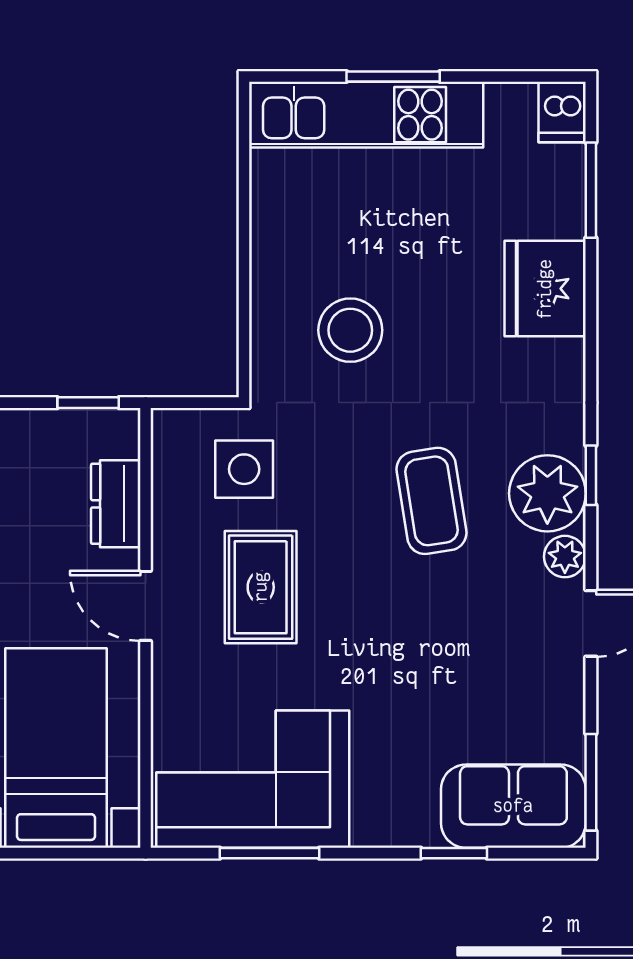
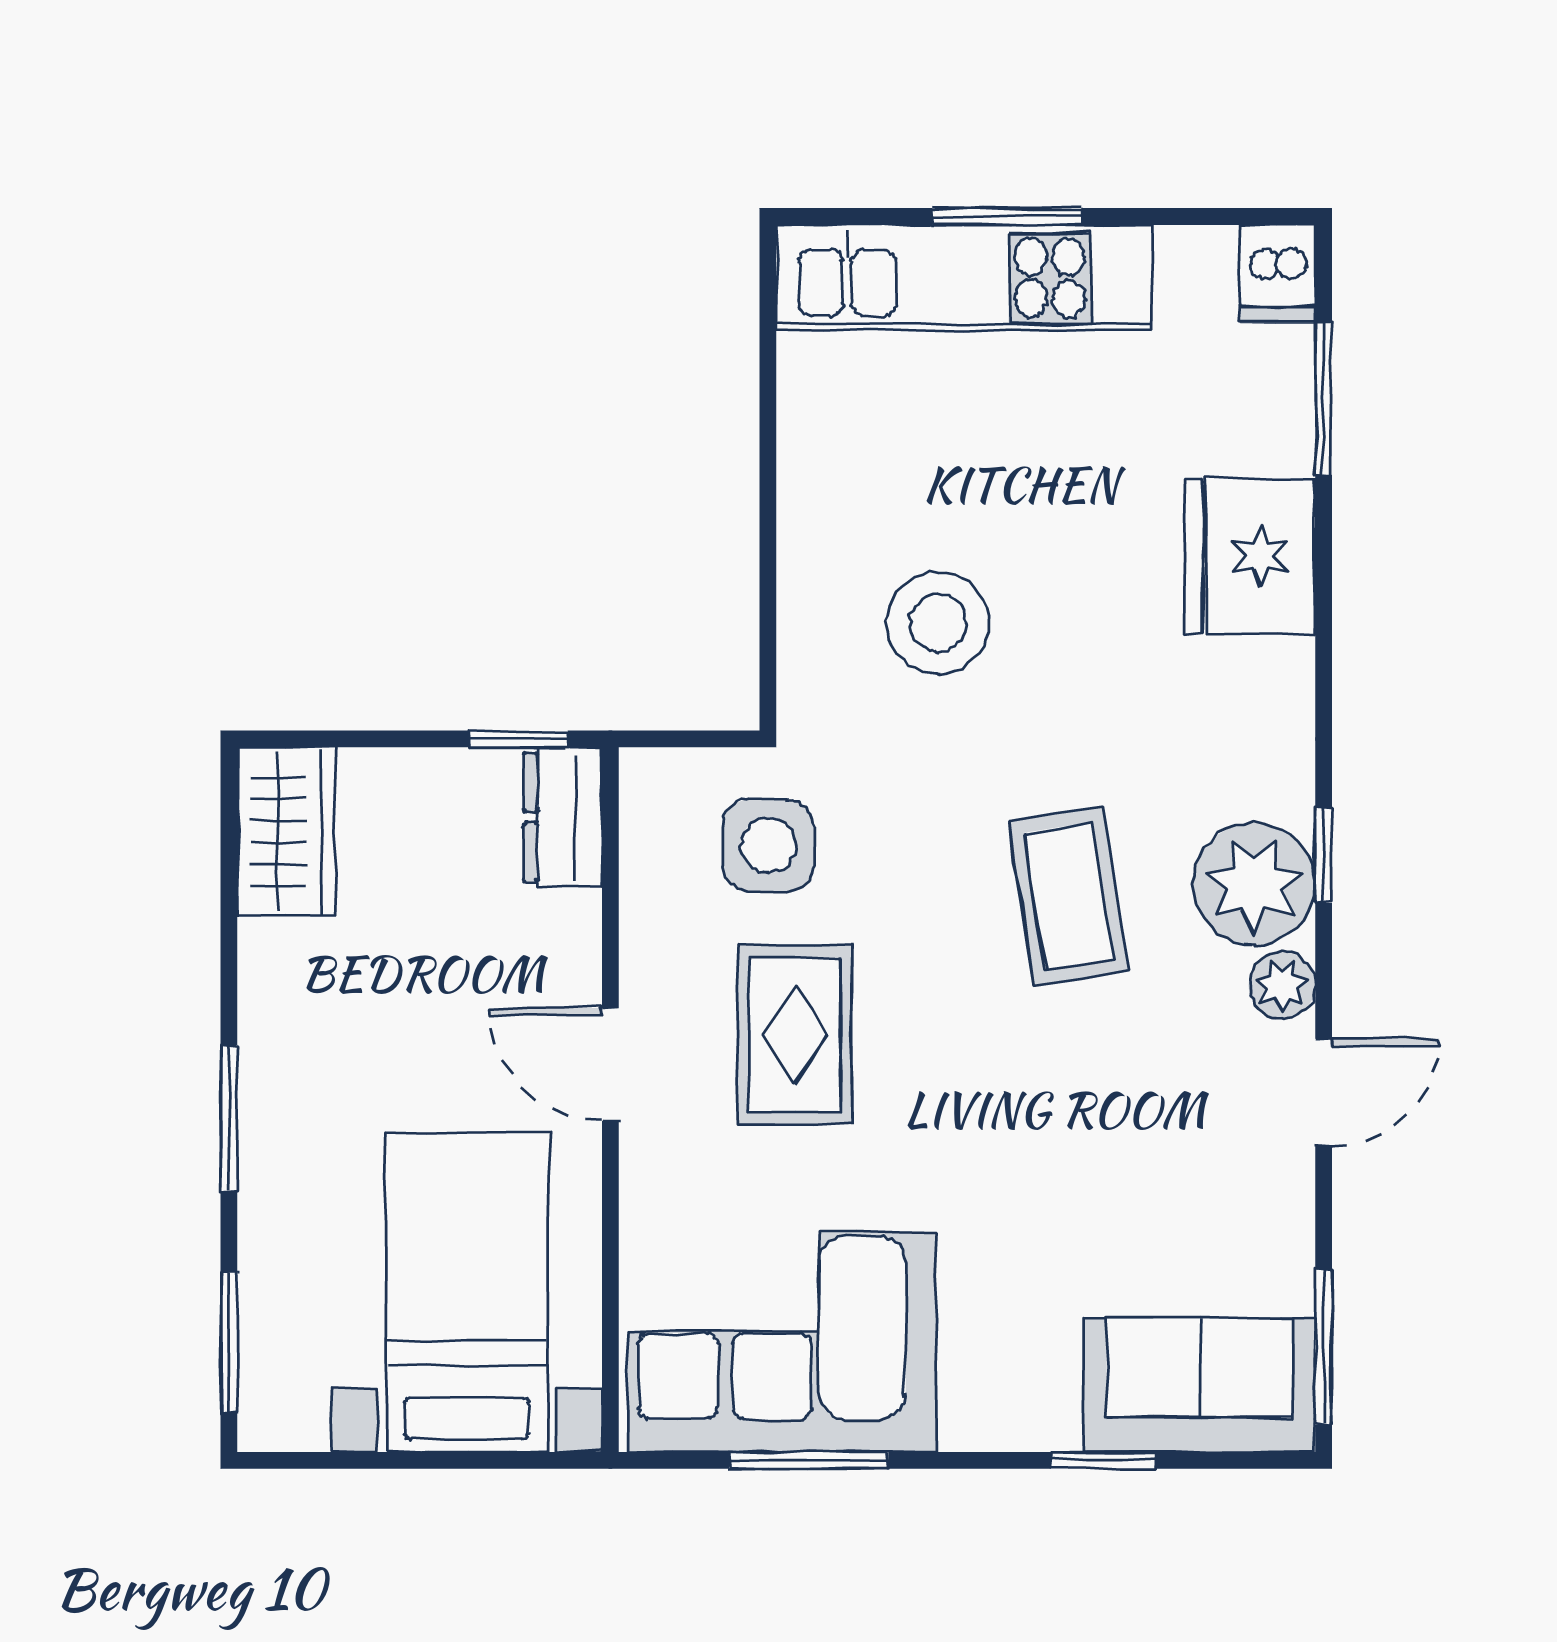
dresser: (116, 504) -> (563, 817), moved

